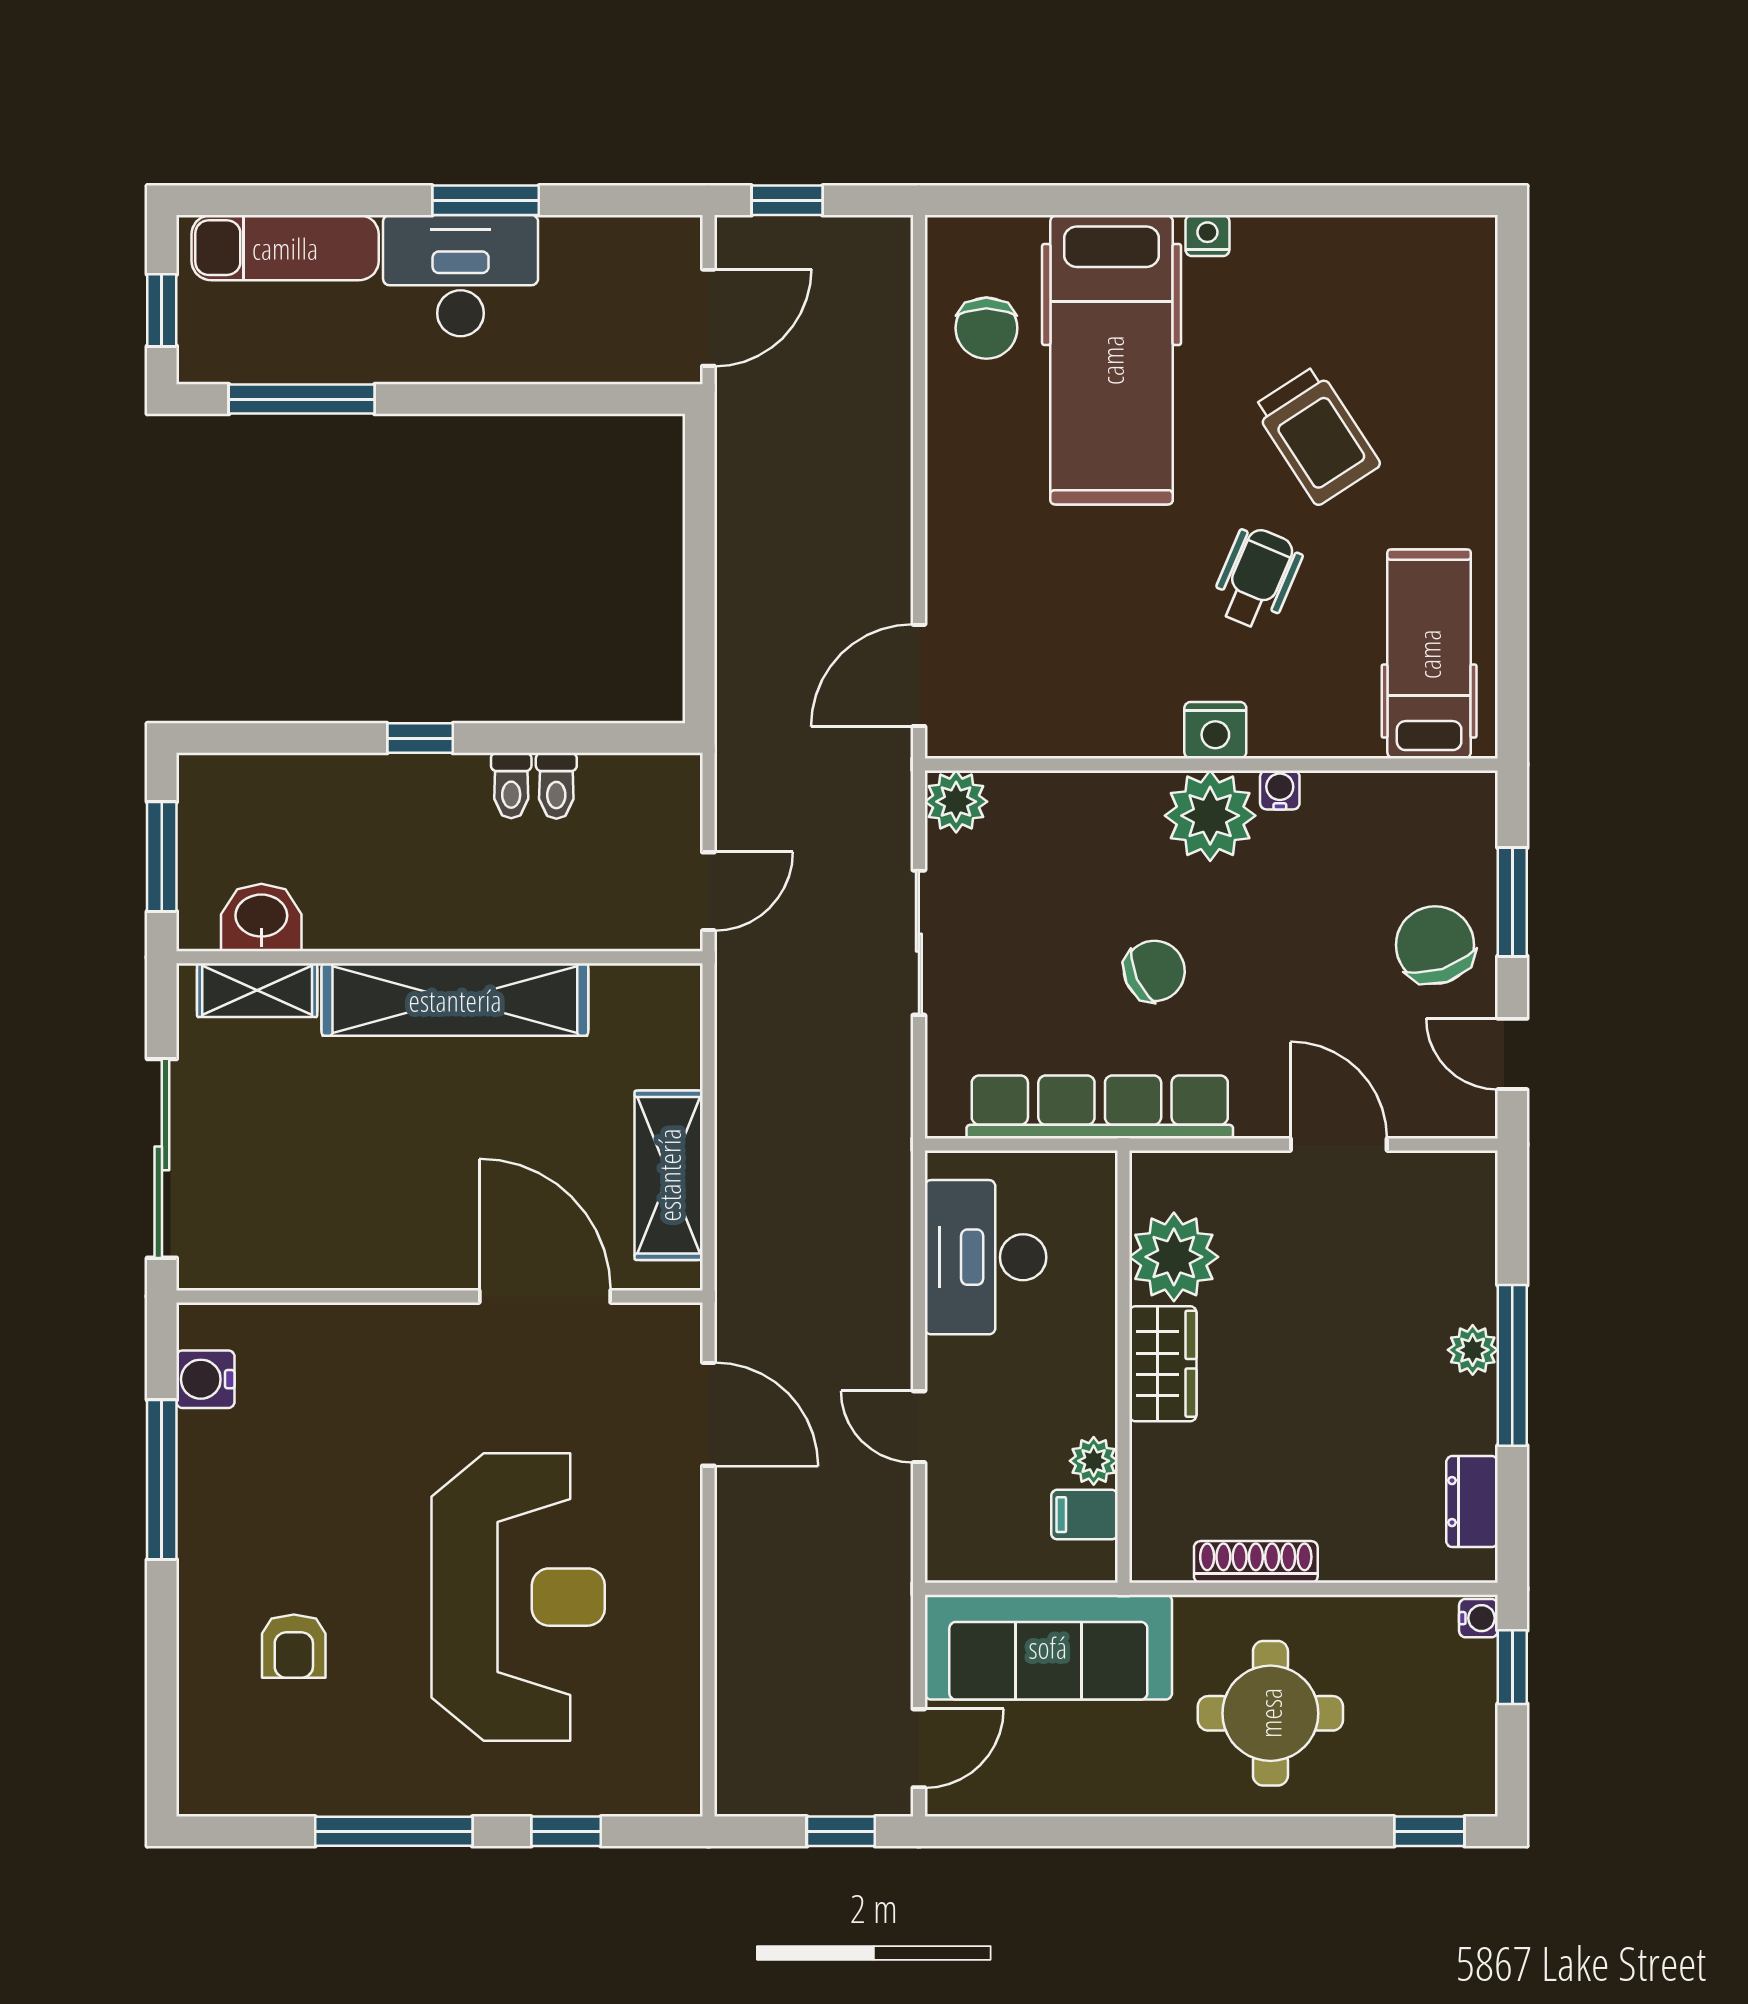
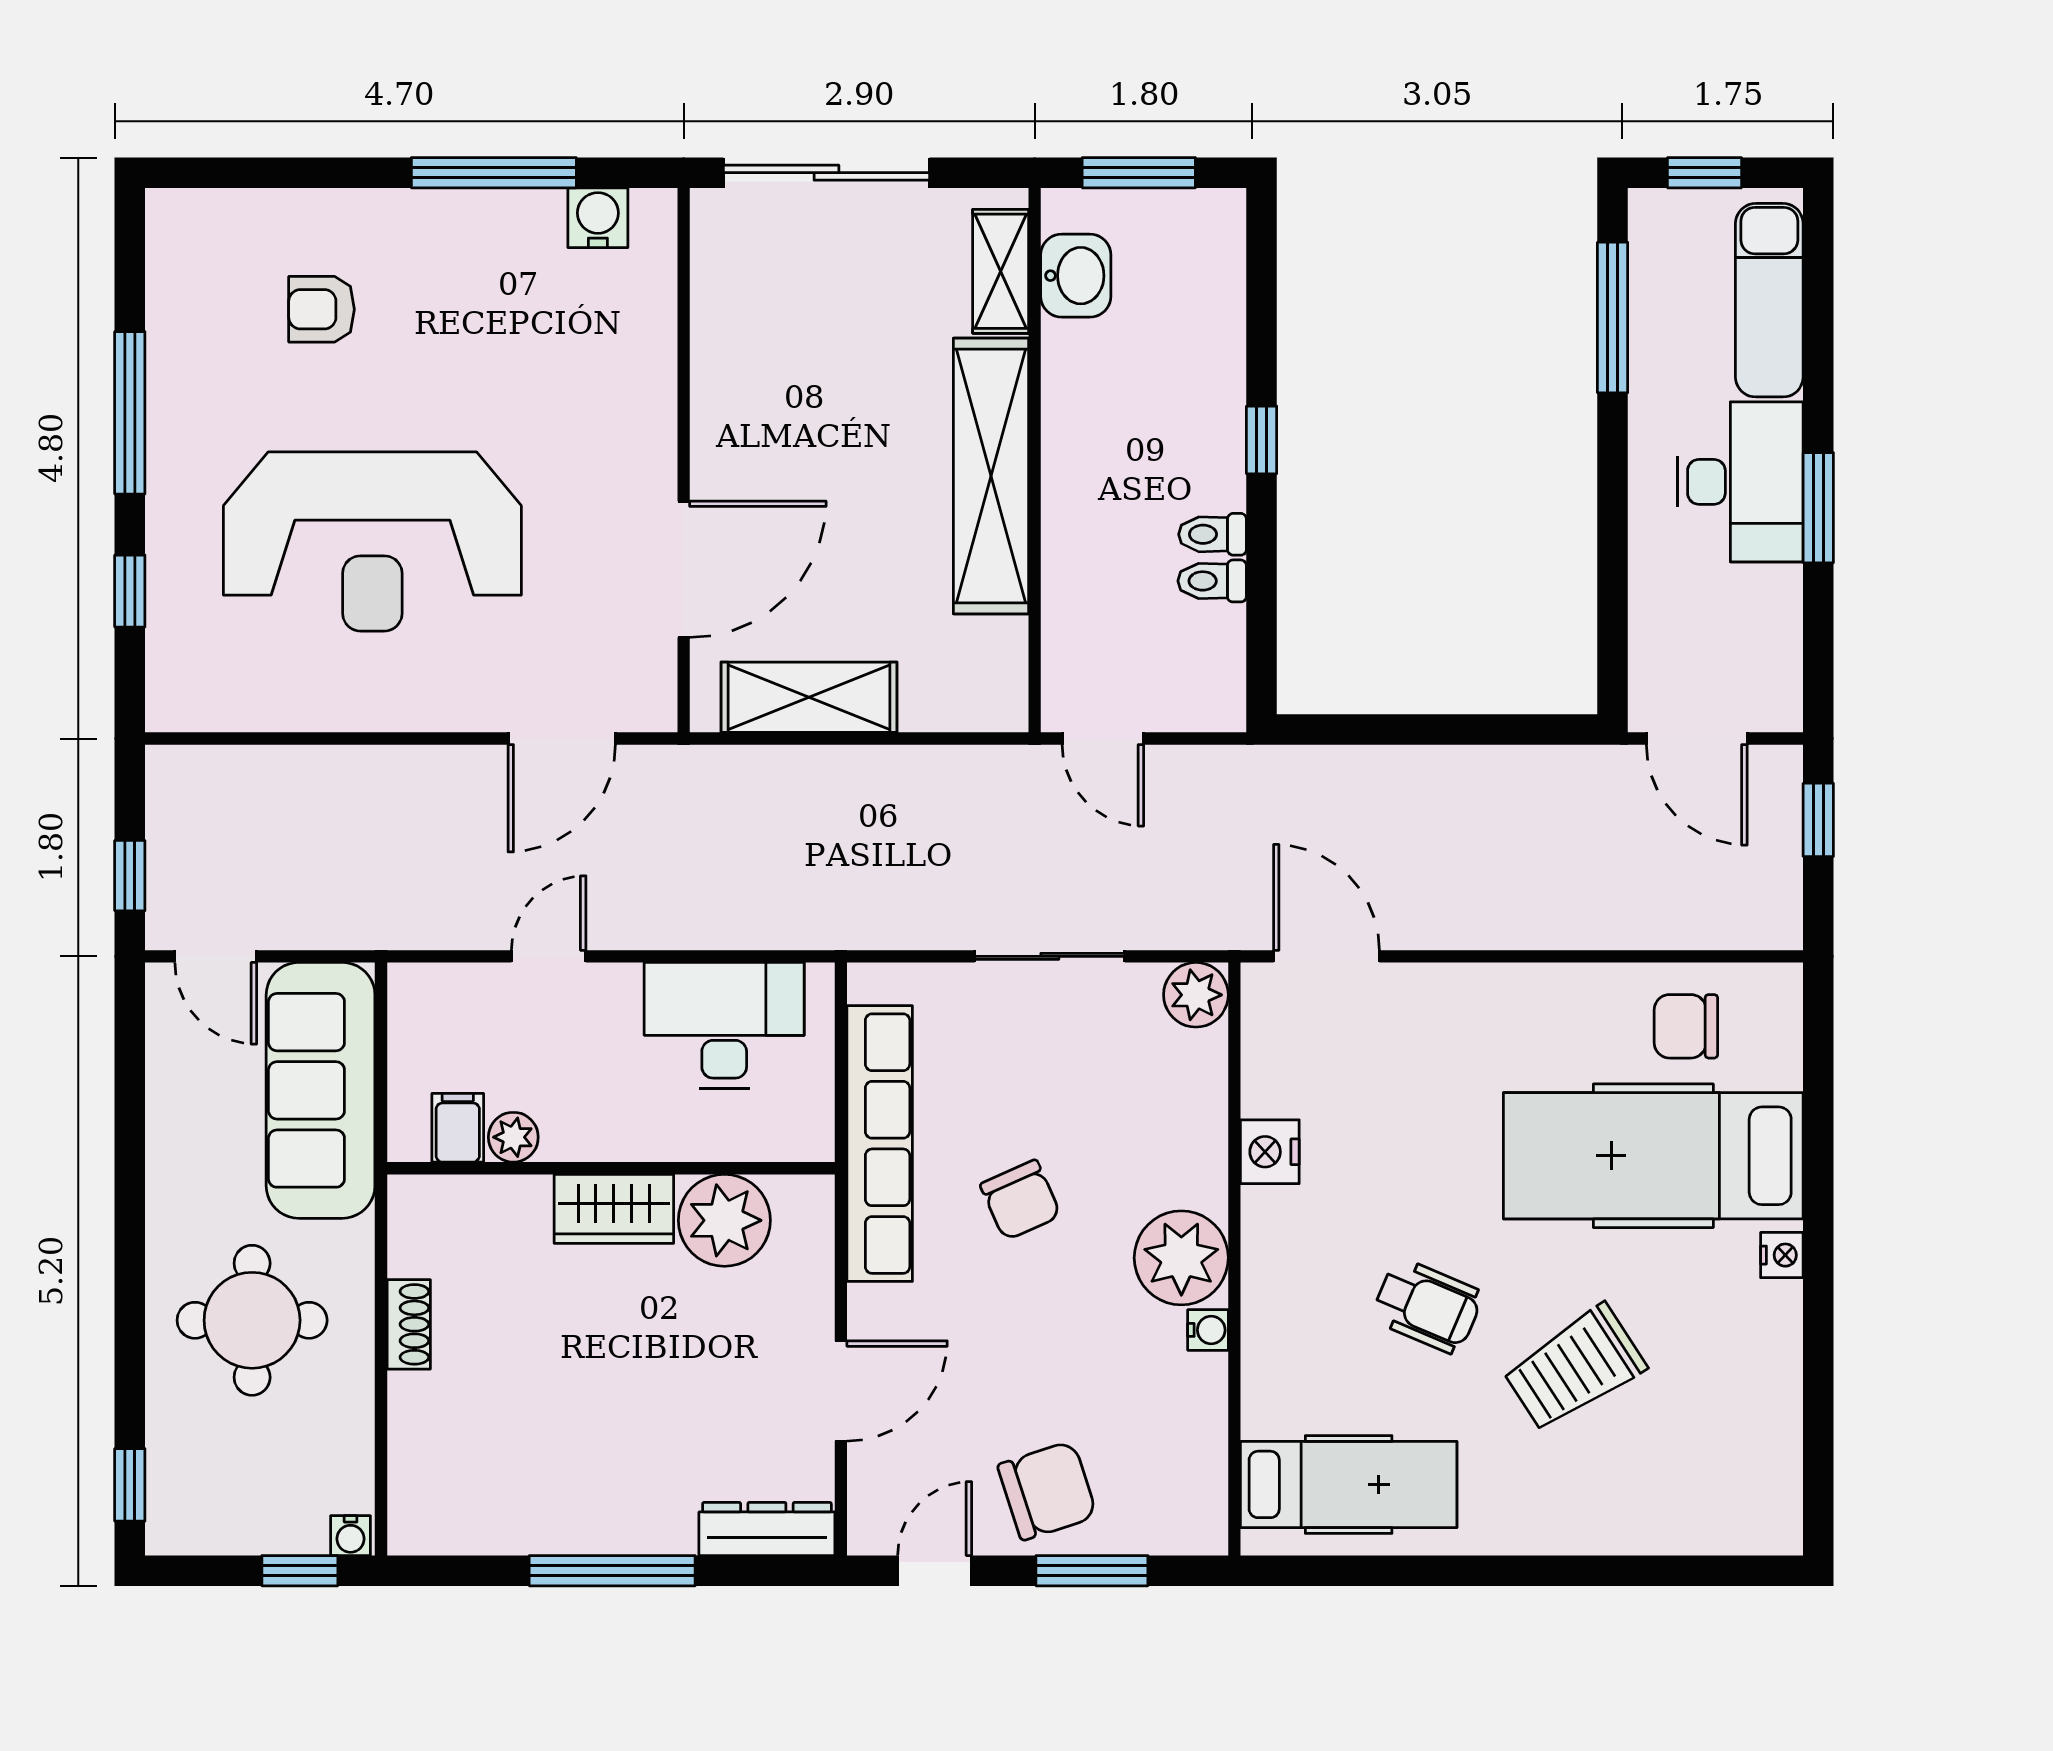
nightstand: (1215, 730) -> (1270, 1152), moved
plant: (1473, 1350) -> (628, 1530), removed
dresser: (1472, 1502) -> (767, 1529), moved, width x1.44
shoe rack: (1256, 1562) -> (409, 1324), width x0.70

